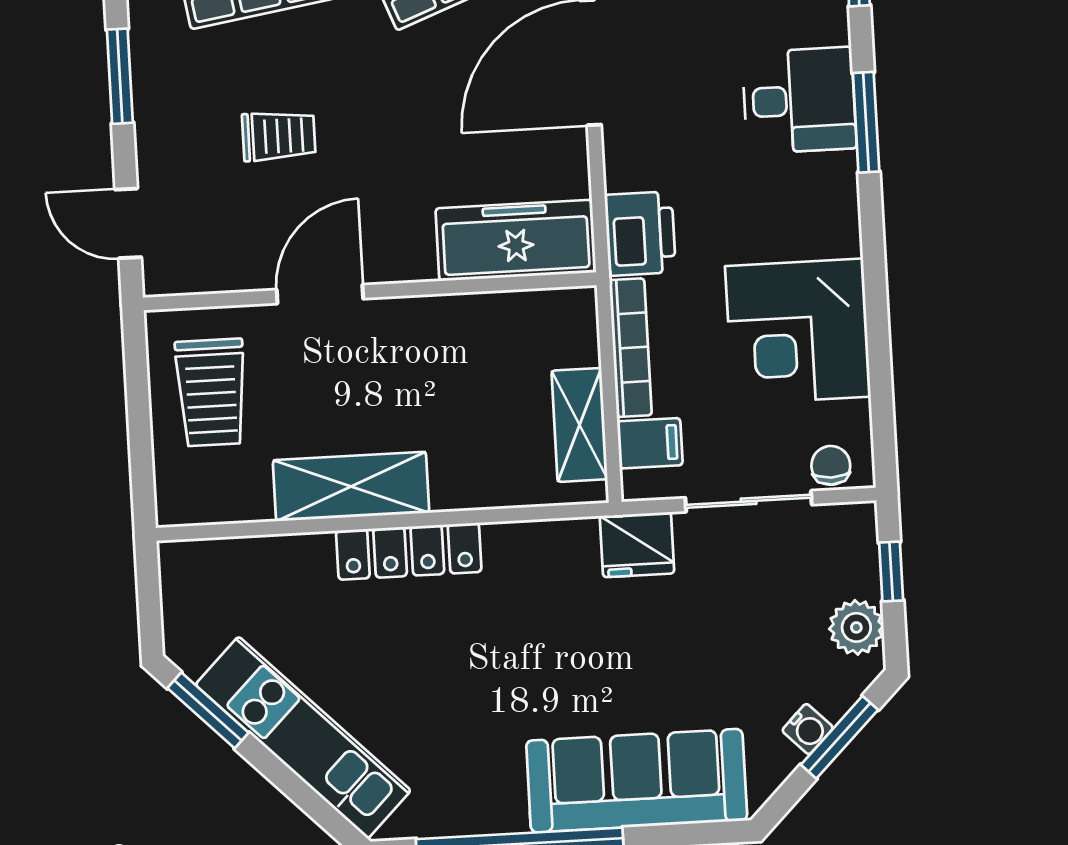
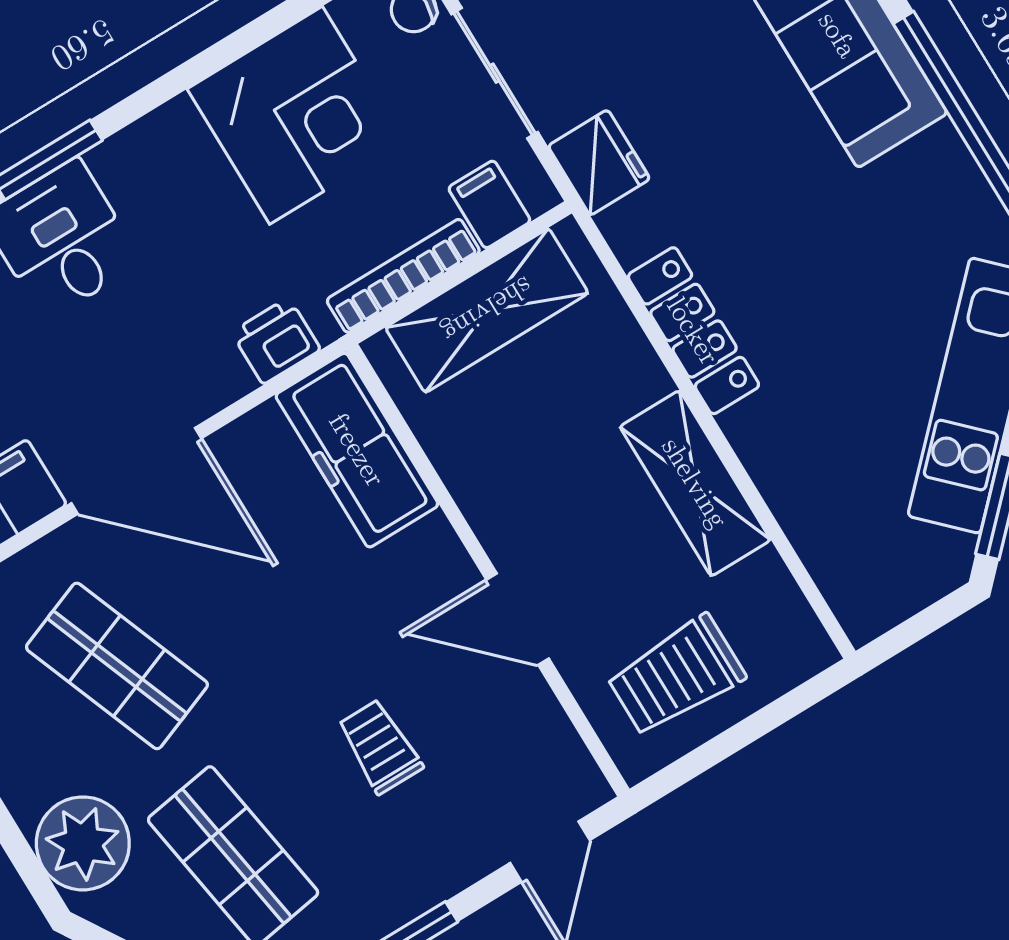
printer: (640, 234) -> (276, 341), width x0.73, depth x0.81
trolley: (211, 392) -> (676, 676), turned 180
shelving: (579, 425) -> (487, 310), width x1.50, depth x1.33
locker: (409, 551) -> (693, 331), moved

